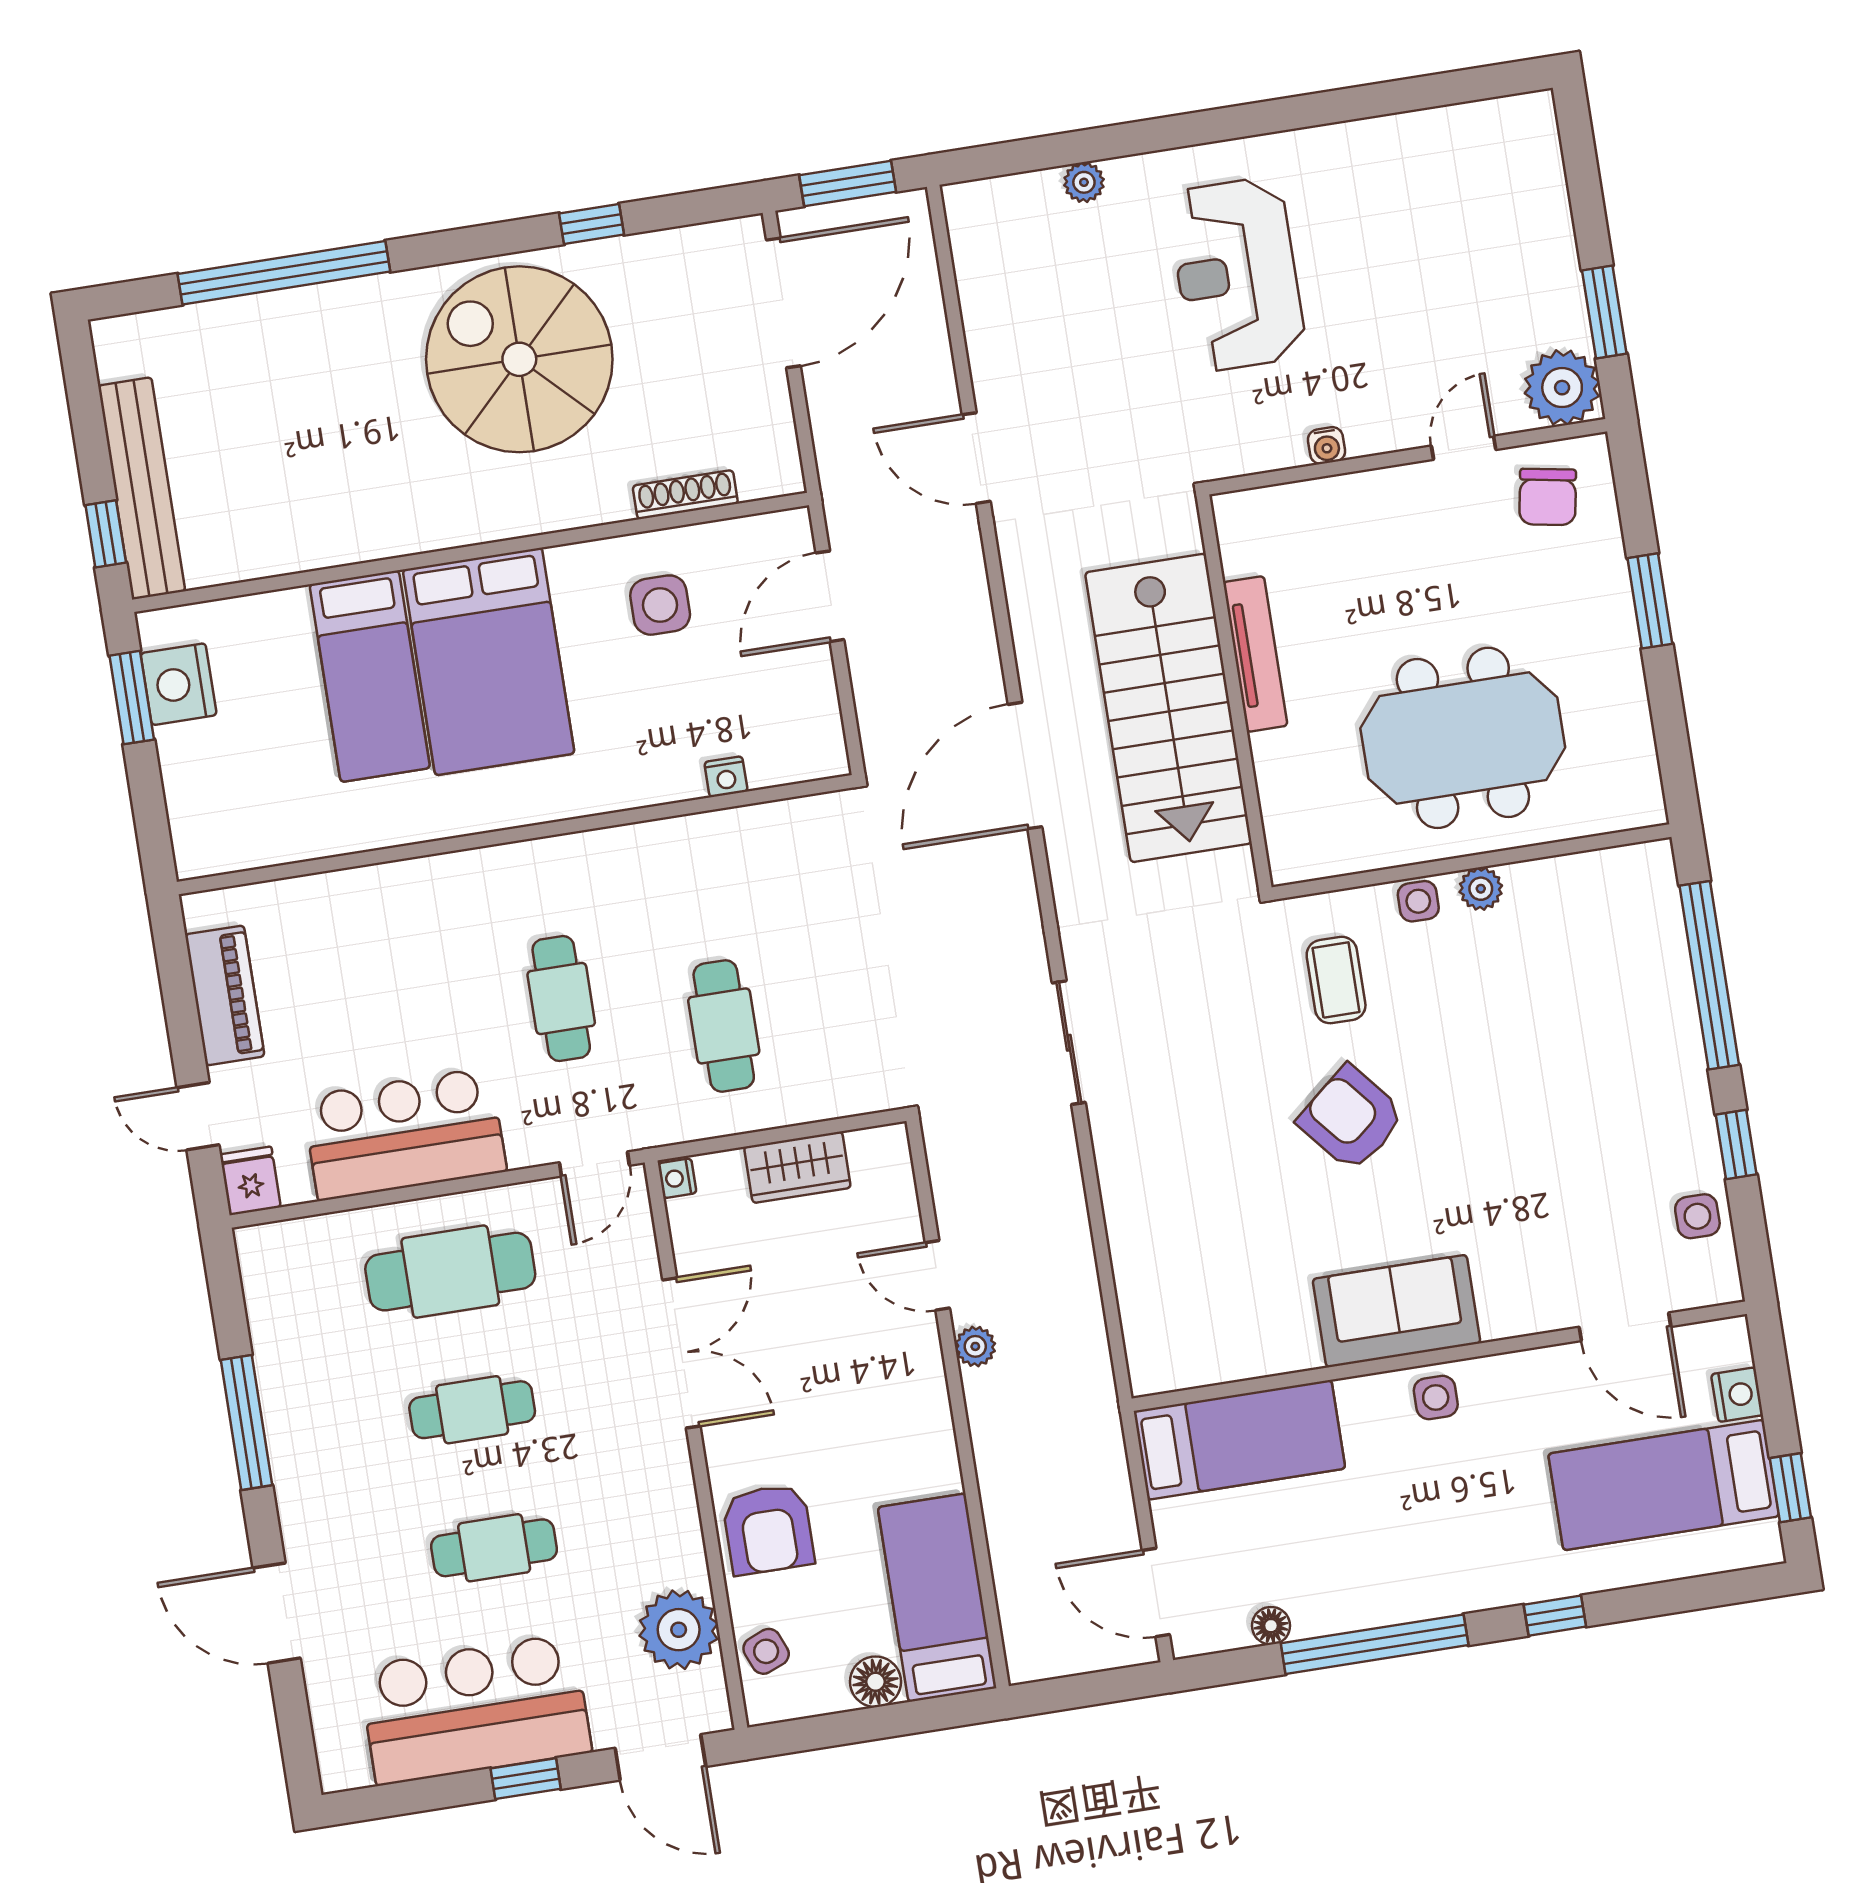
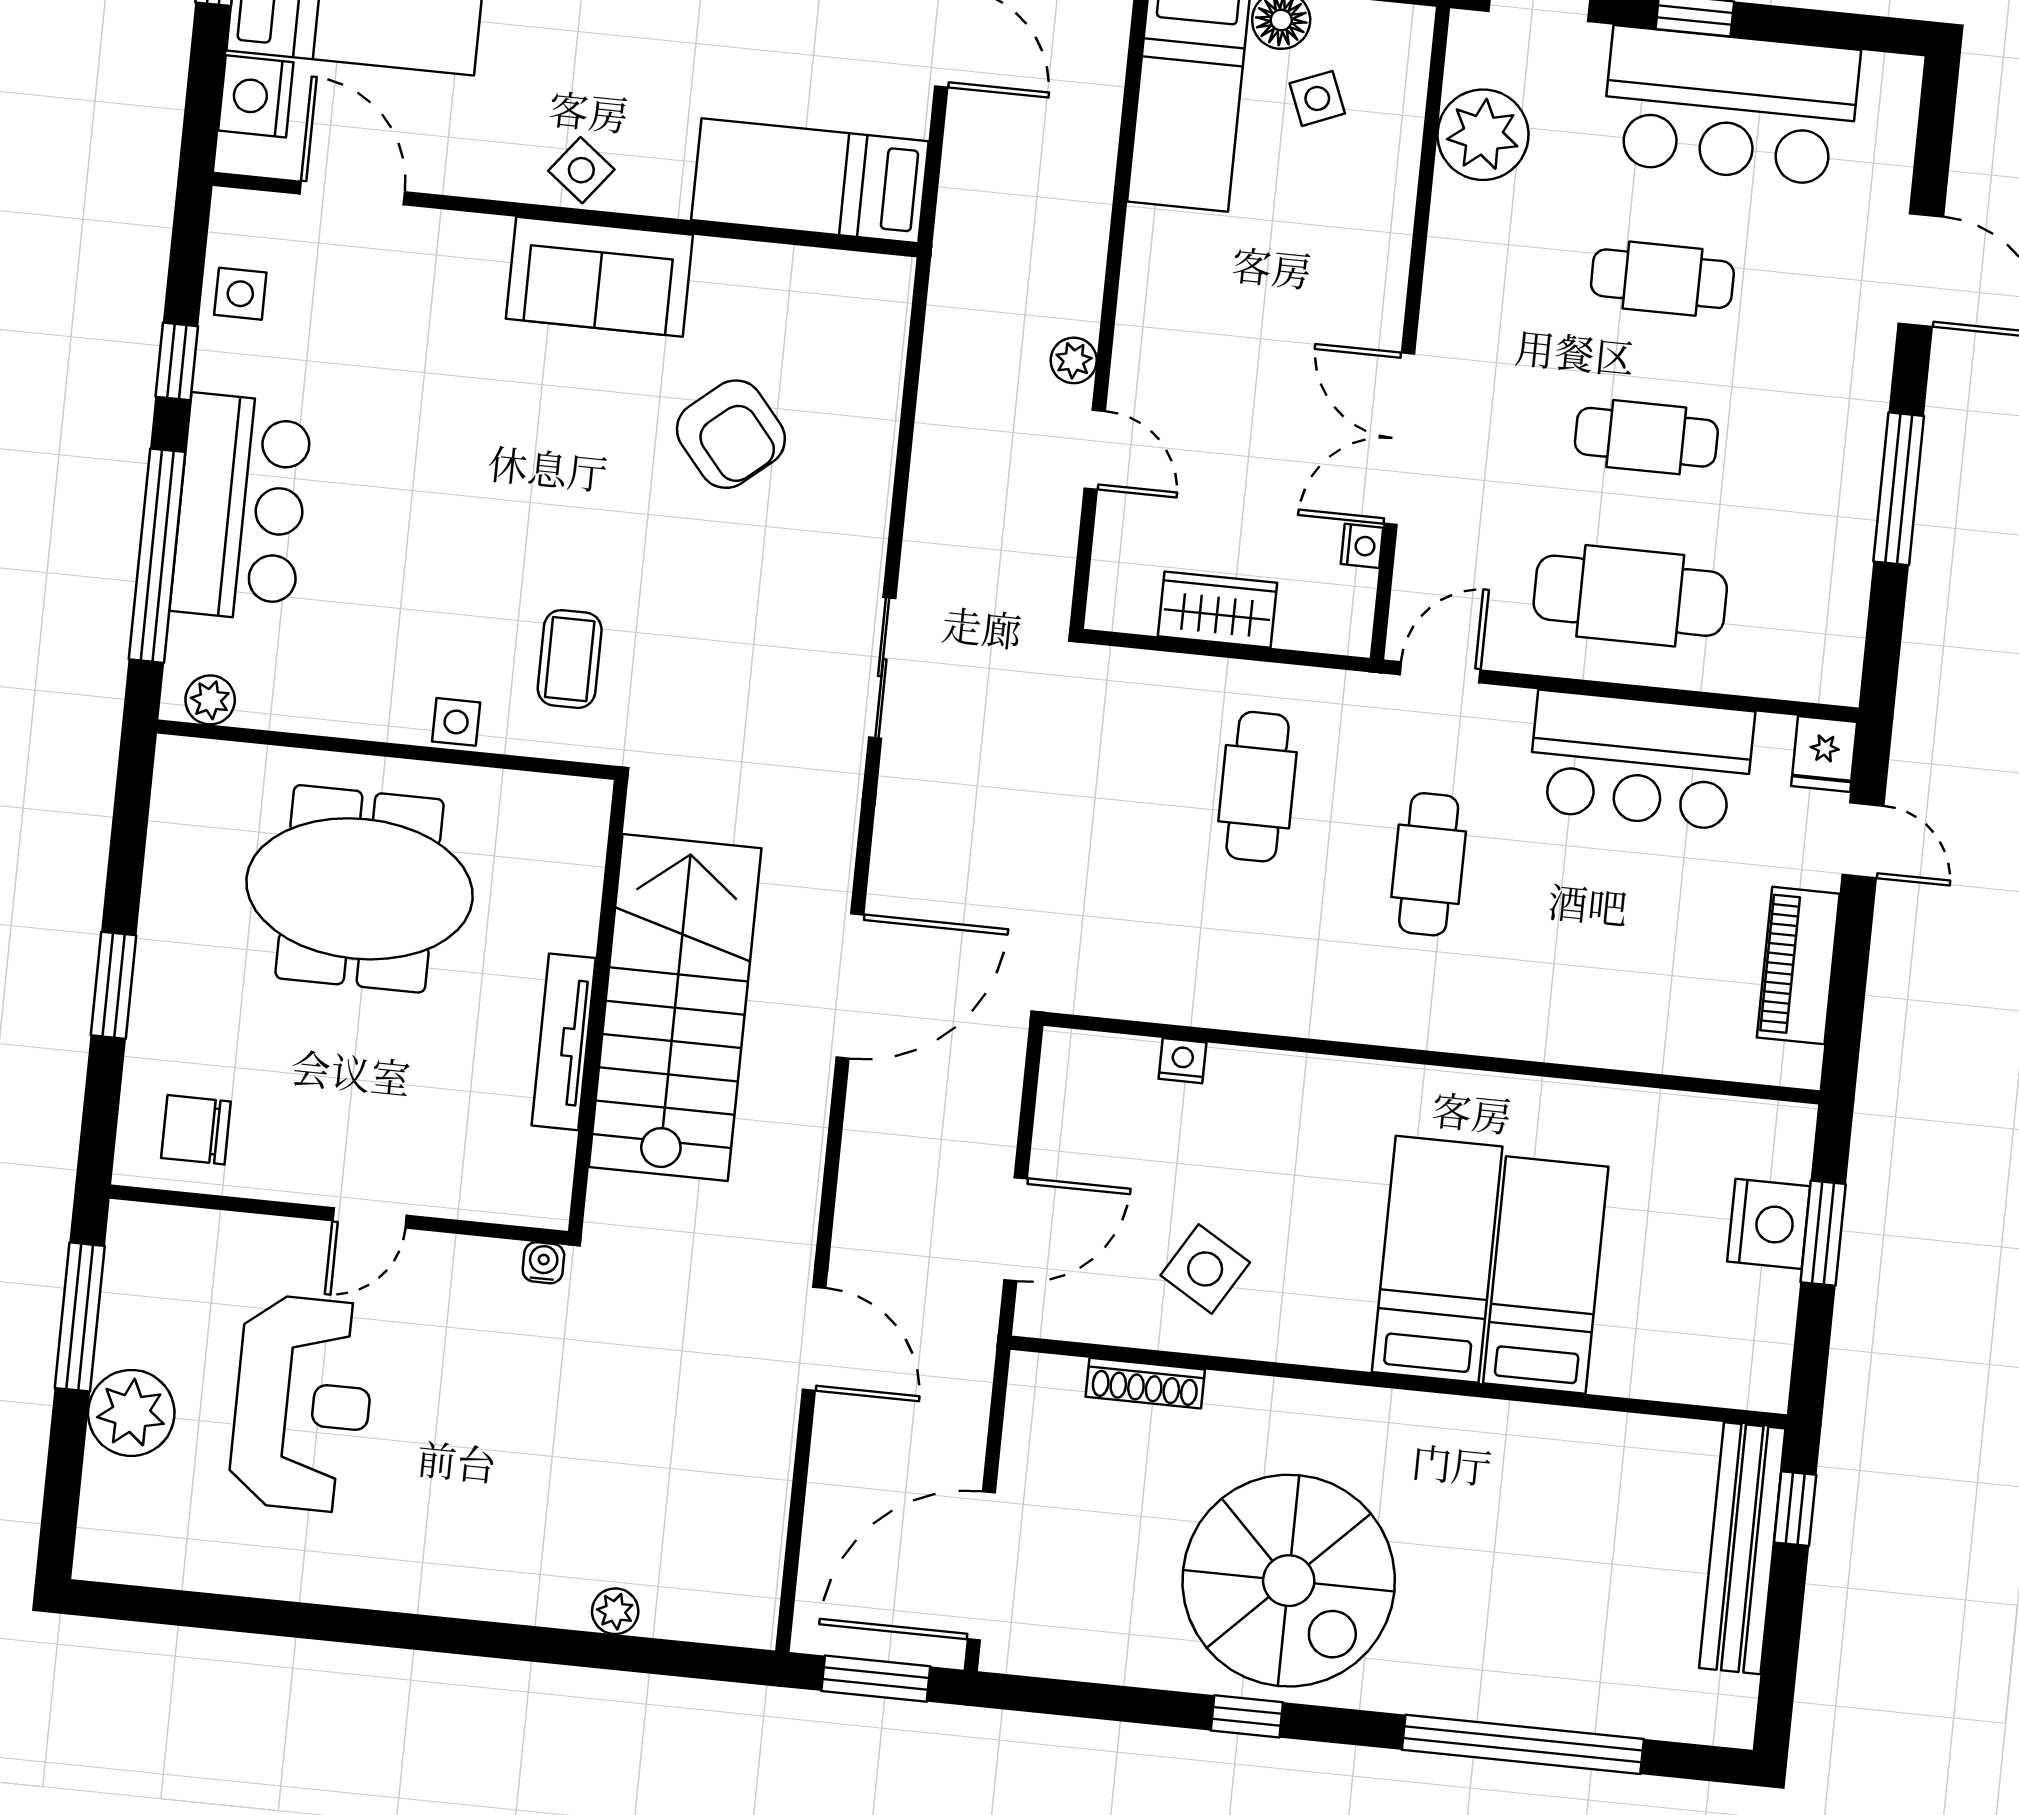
window: (591, 224) -> (1247, 1716), moved
reception desk: (1237, 274) -> (303, 1404), moved
window: (1604, 312) -> (80, 1317), width x1.44
plant: (1562, 388) -> (131, 1413), moved
water cooler: (1327, 446) -> (543, 1263), moved
door: (1464, 448) -> (370, 1218), moved
chair: (1548, 497) -> (196, 1130), turned -100
side table: (660, 605) -> (1205, 1269), turned 31
bed: (489, 662) -> (1437, 1259), width x0.67
nightstand: (179, 684) -> (1769, 1224), moved
window: (132, 698) -> (1823, 1233), moved
plant: (1481, 889) -> (210, 700), moved
bar counter: (1649, 1035) -> (241, 508), added
armchair: (1351, 1118) -> (731, 434), moved
nightstand: (677, 1178) -> (1362, 546), moved
nightstand: (1737, 1395) -> (256, 96), width x1.36, depth x1.33
side table: (1436, 1397) -> (581, 170), turned 38
armchair: (768, 1529) -> (1355, 219), removed
side table: (766, 1651) -> (1317, 98), moved

